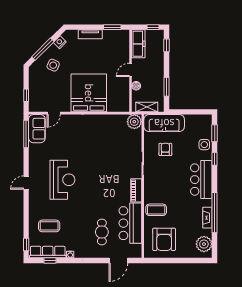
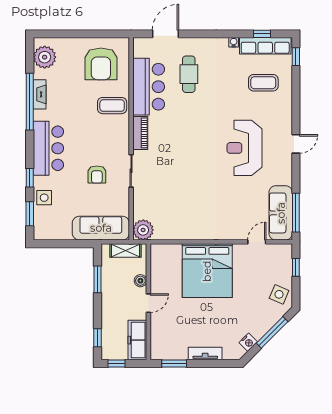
side table: (53, 65) -> (279, 294), moved
sofa: (37, 129) -> (281, 213), width x1.36
armchair: (165, 149) -> (97, 174), moved
armchair: (164, 239) -> (101, 64), turned 180

